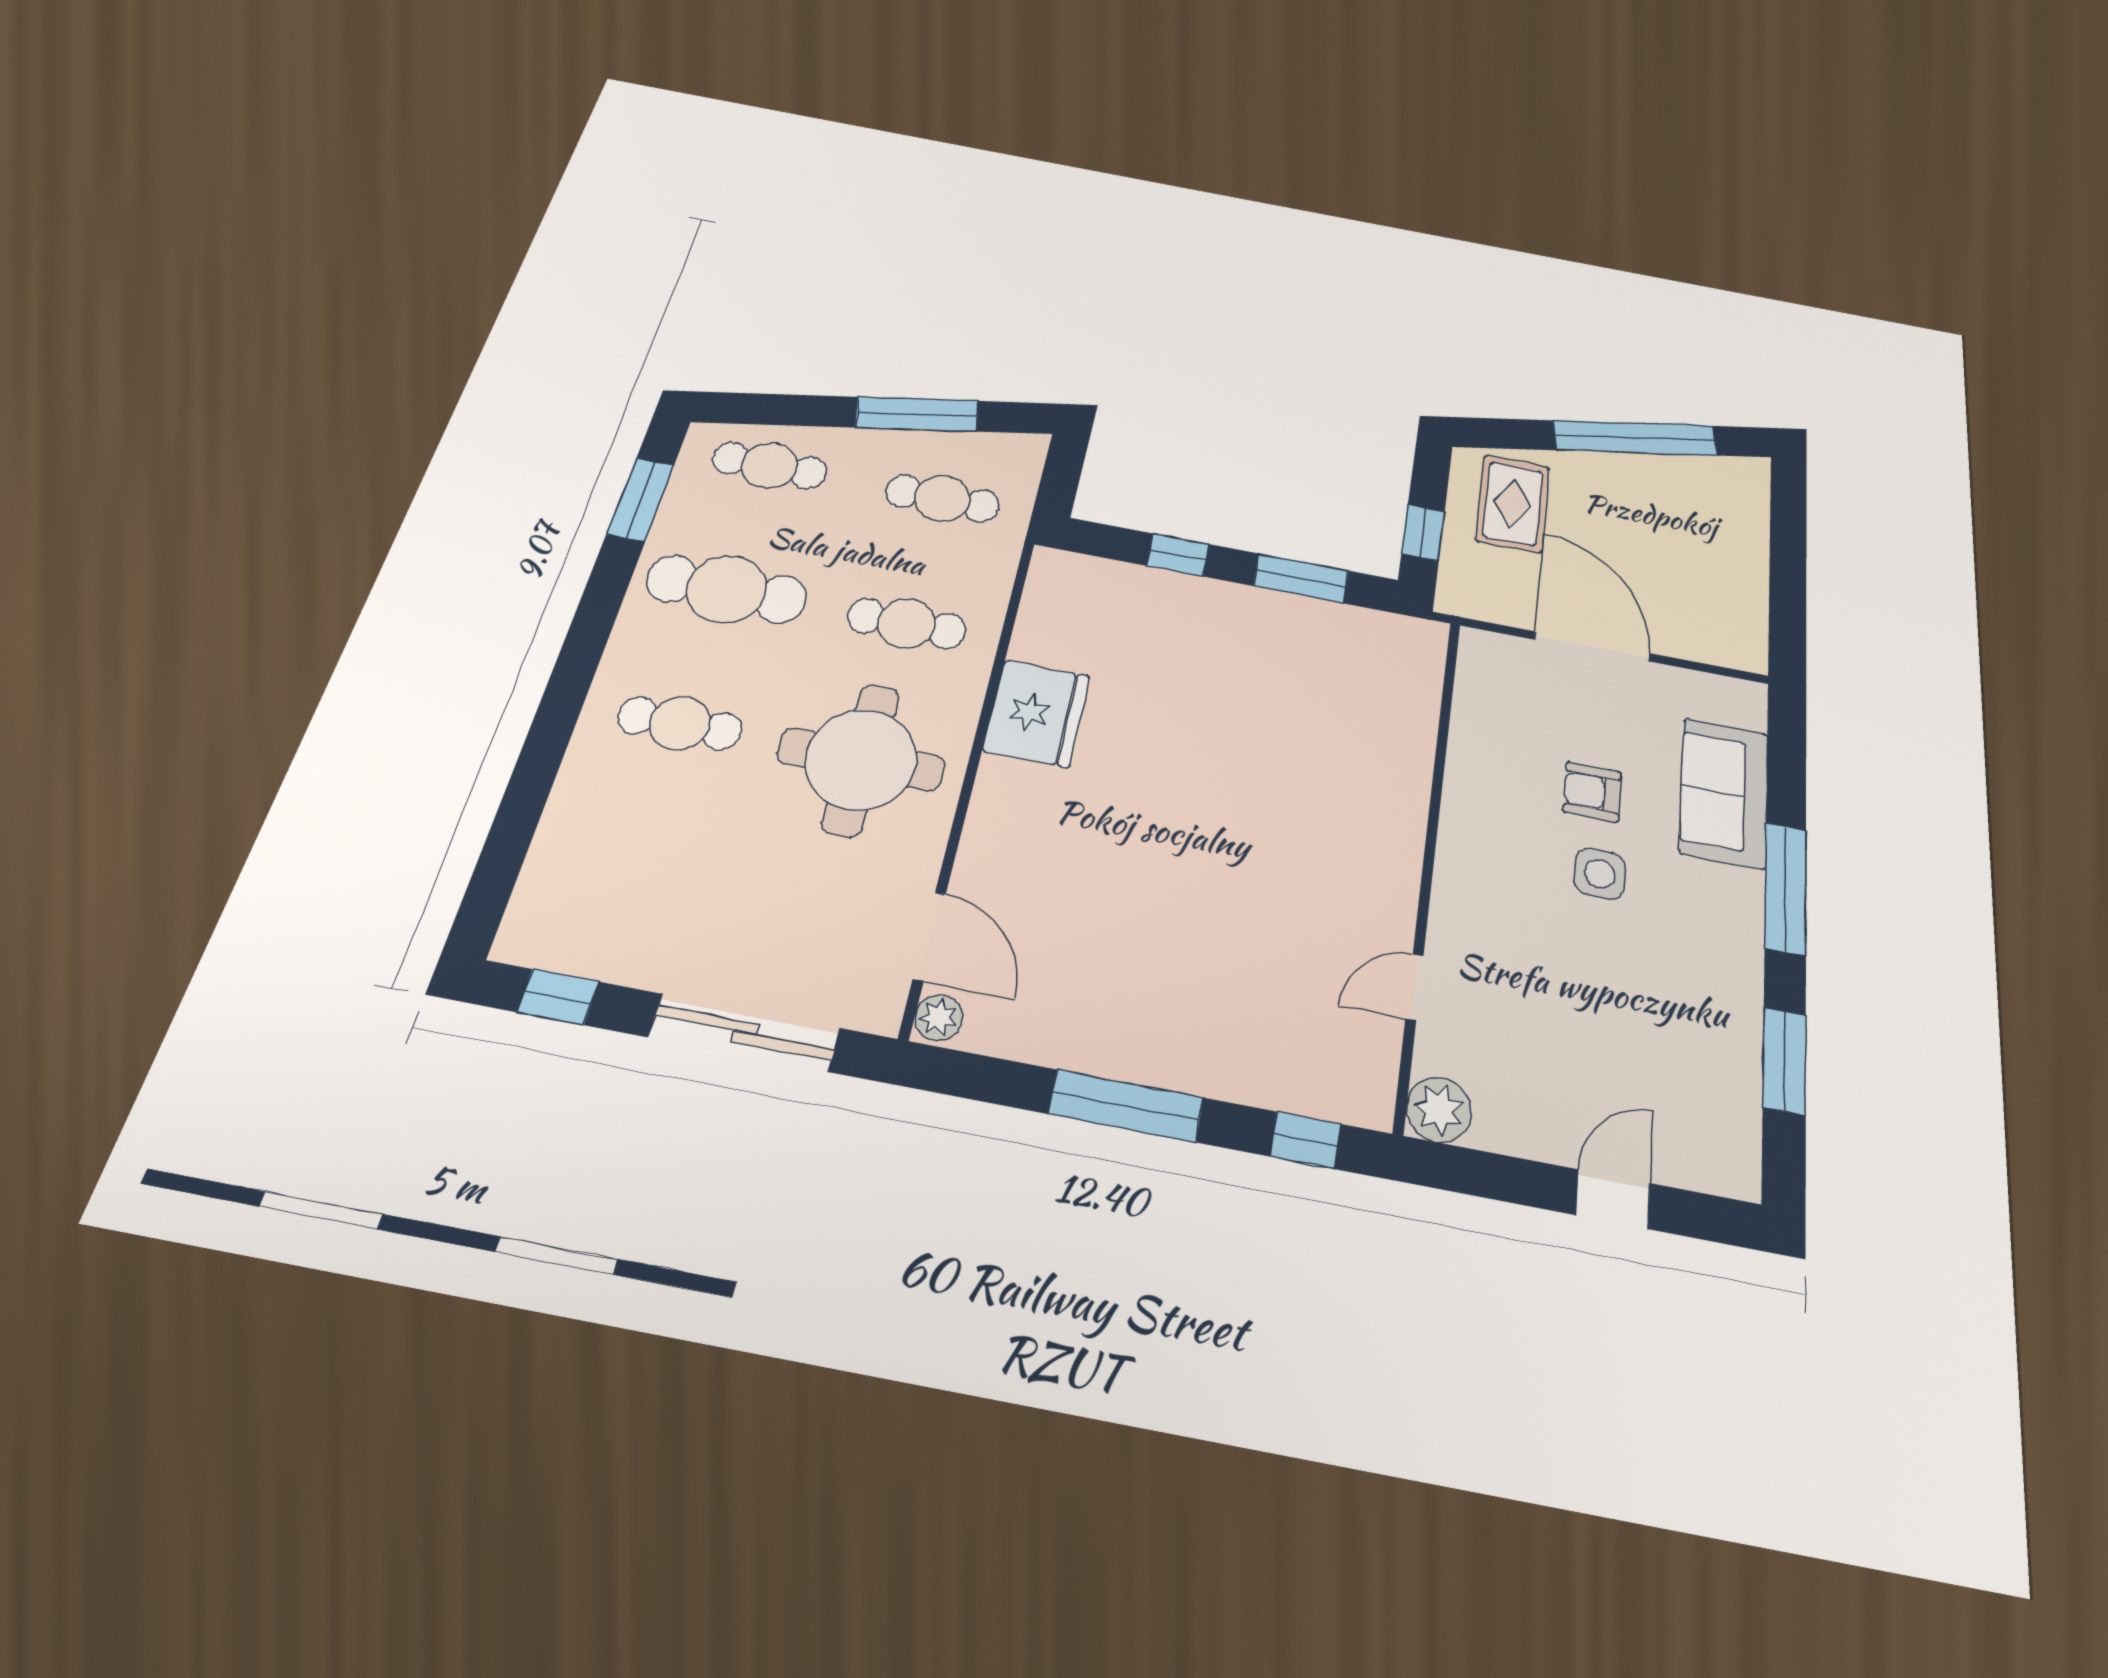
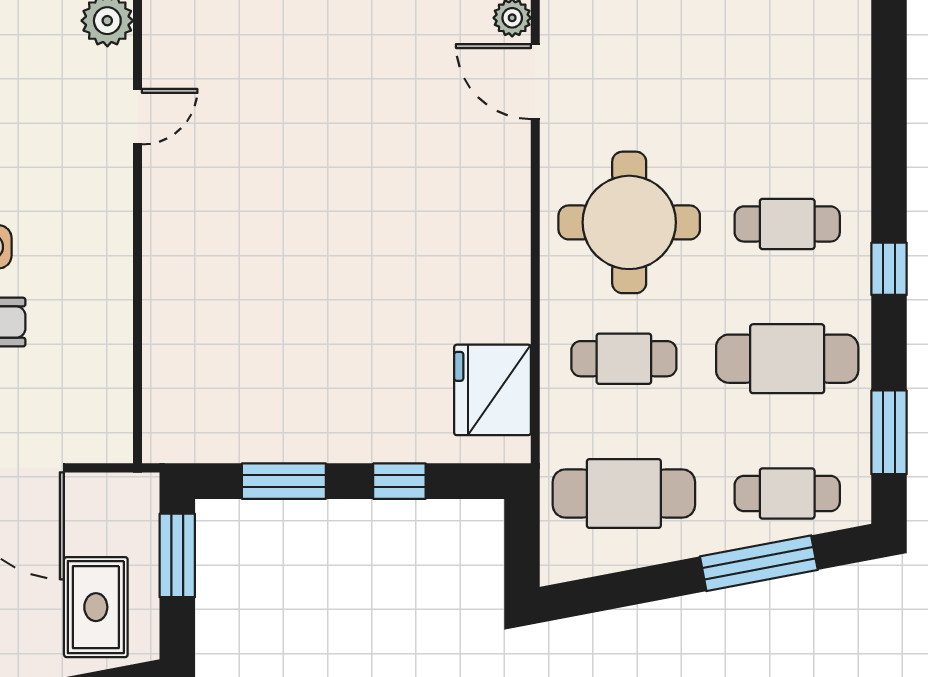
window: (917, 414) -> (759, 563), moved
cafe table: (942, 498) -> (624, 493), width x1.37, depth x1.35
window: (1423, 533) -> (177, 555), width x1.50
window: (580, 655) -> (889, 269), added
fridge: (1037, 713) -> (493, 390), moved

